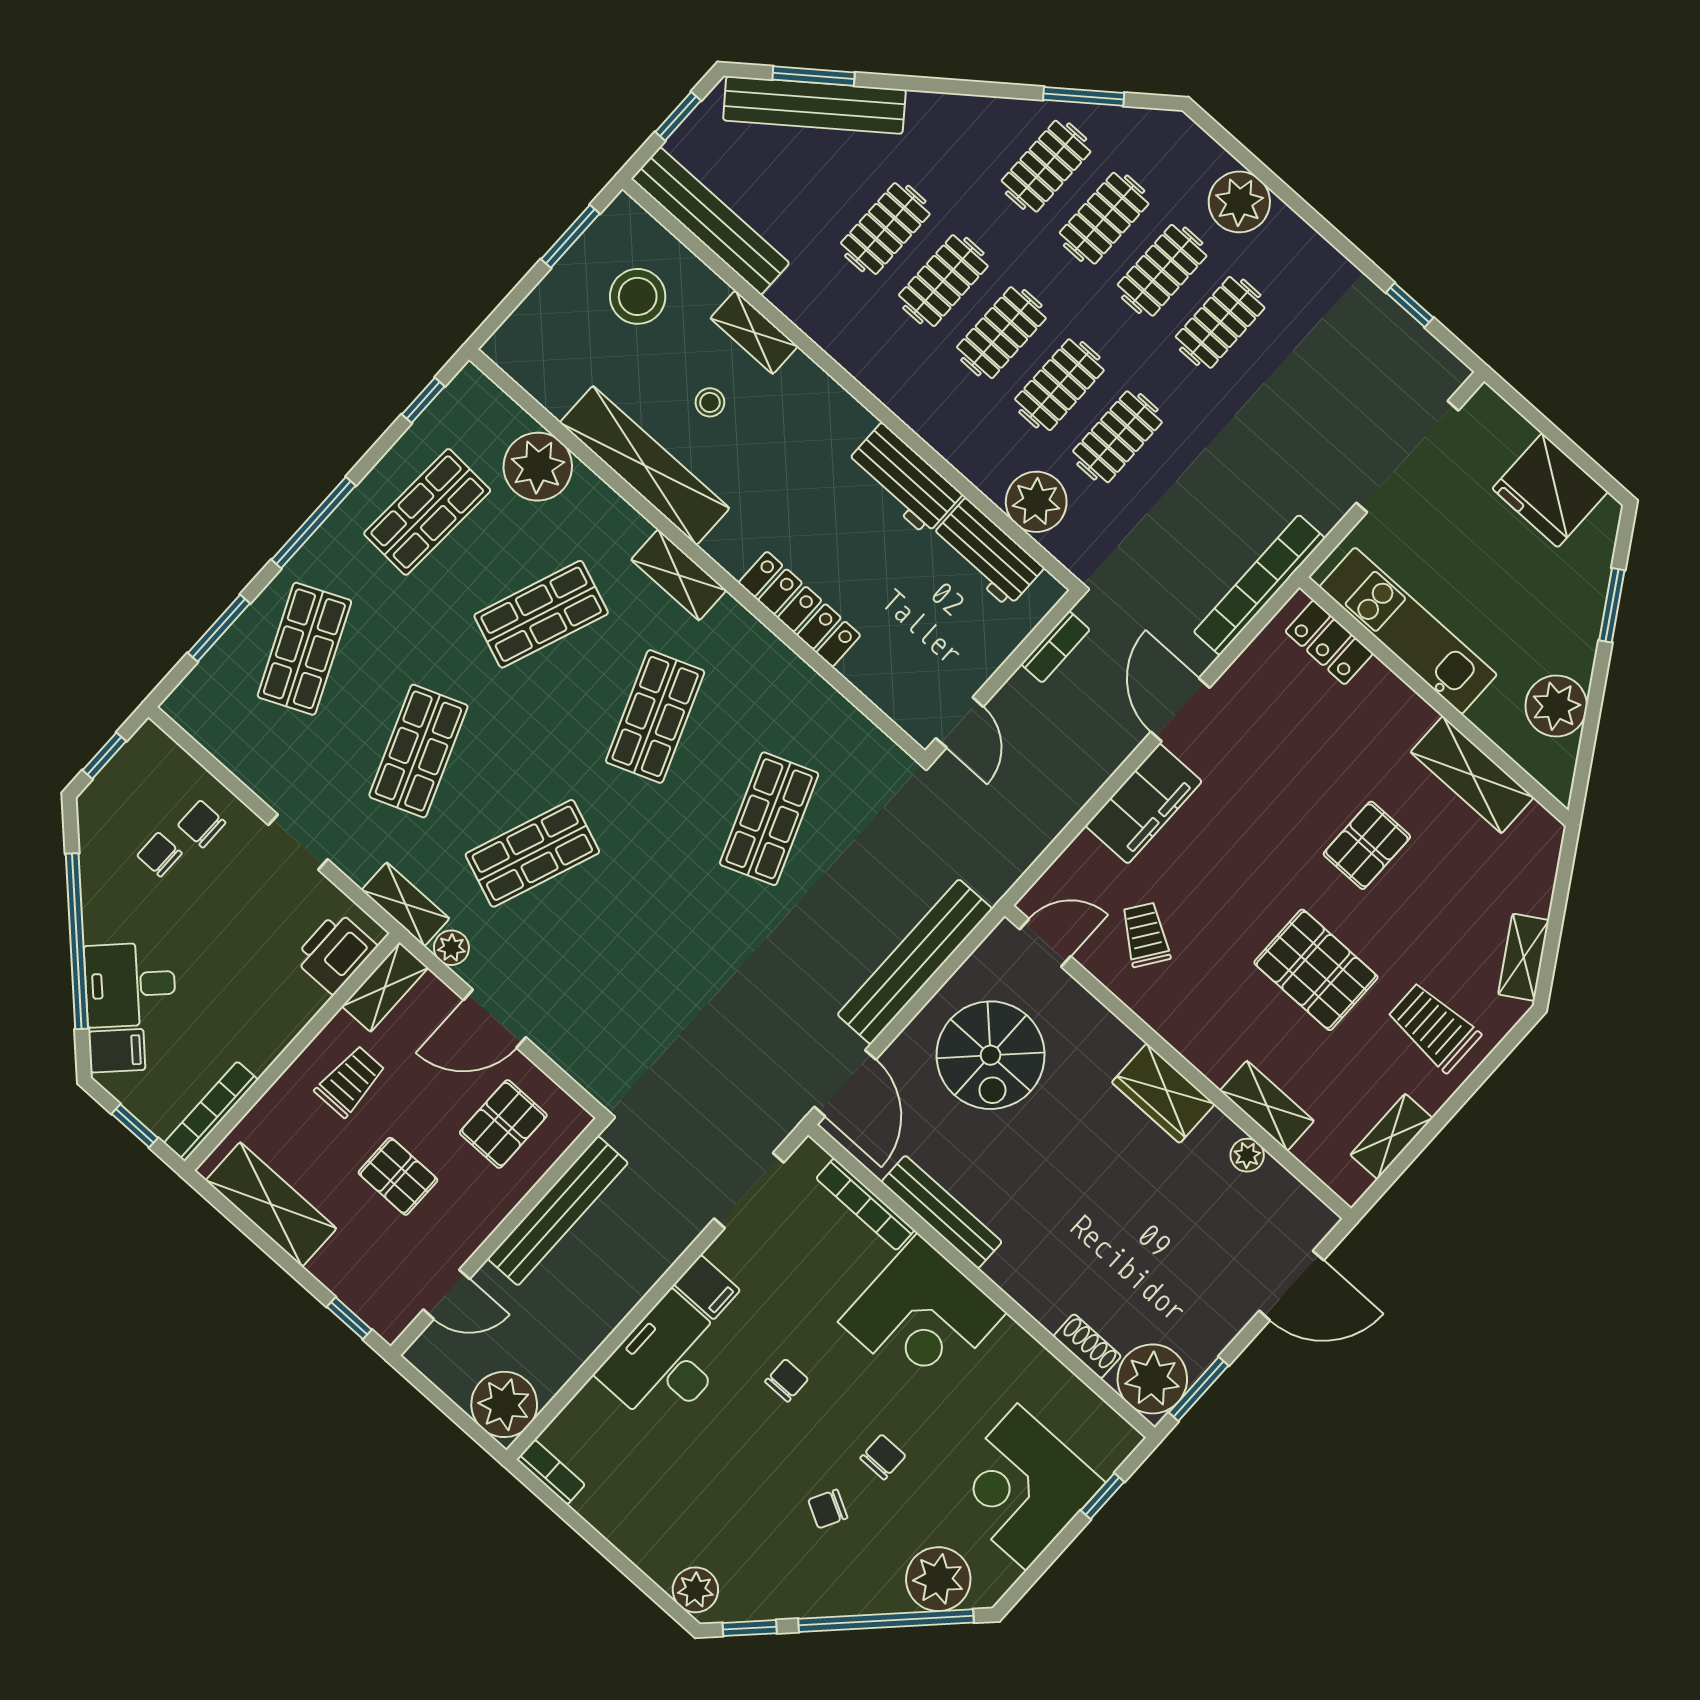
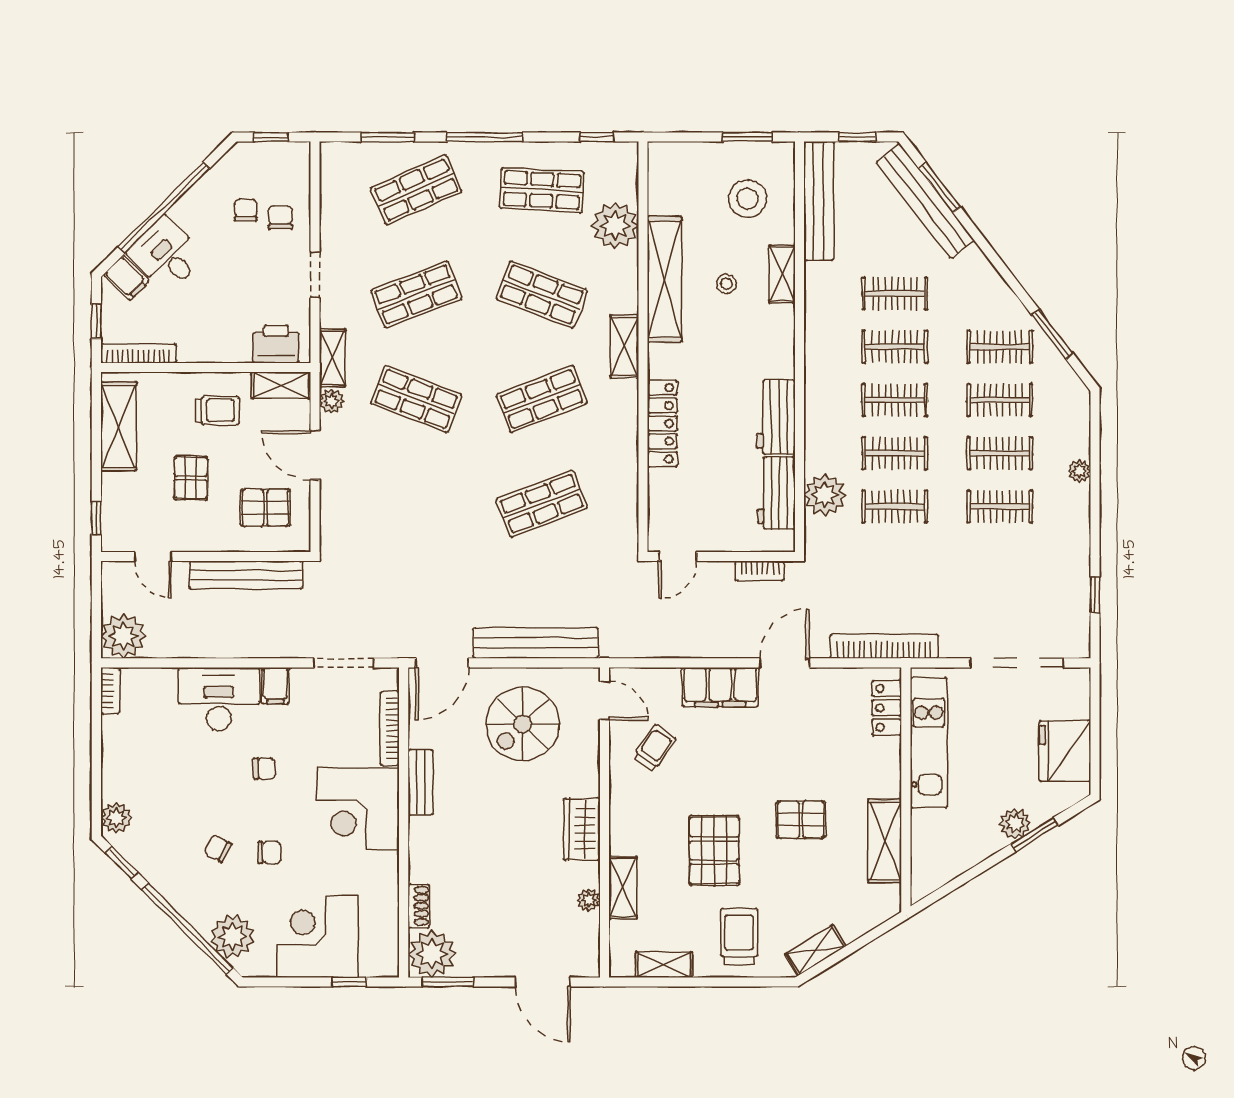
plant: (1239, 202) -> (1079, 471), width x0.53, depth x0.53
plant: (1556, 706) -> (1015, 824), moved, width x0.73, depth x0.73
bench: (942, 1212) -> (421, 782), width x0.73

